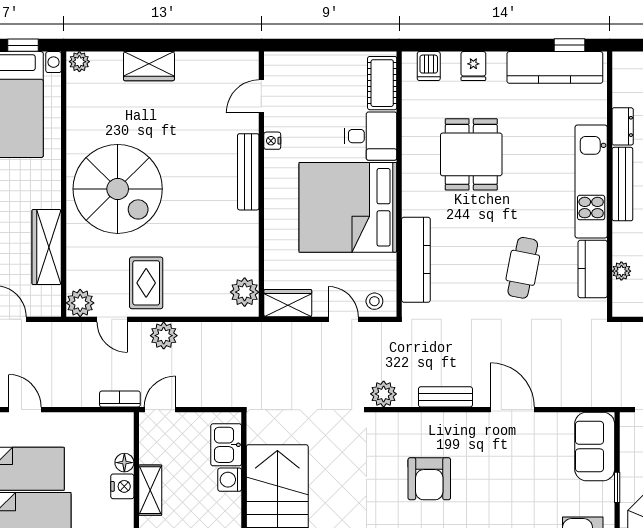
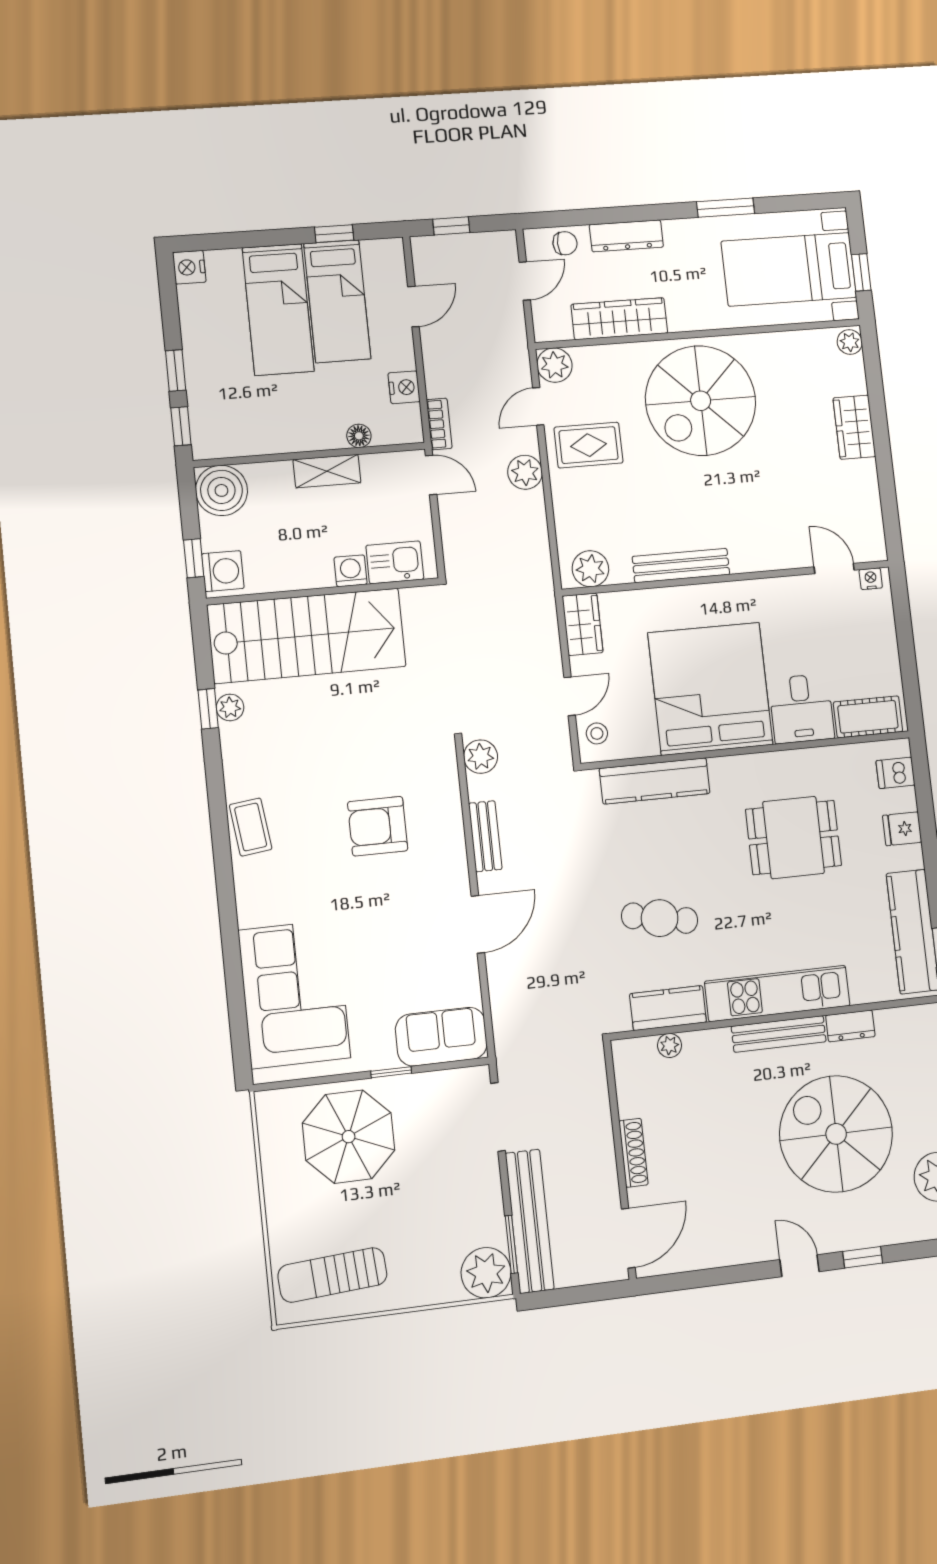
nightstand: (272, 141) -> (871, 579), moved
bench: (248, 172) -> (681, 566), moved
nightstand: (122, 486) -> (404, 387), moved, turned -90

